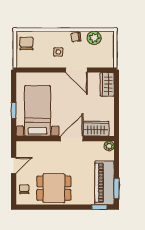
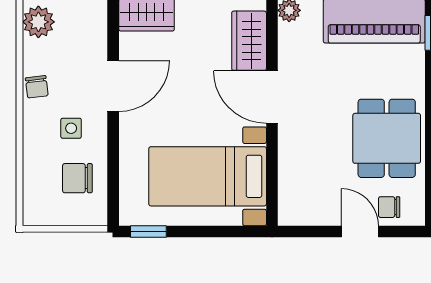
plant: (94, 38) -> (38, 22), moved
chair: (26, 43) -> (77, 178), moved
window: (14, 110) -> (148, 232), moved
door: (14, 165) -> (360, 232), moved

